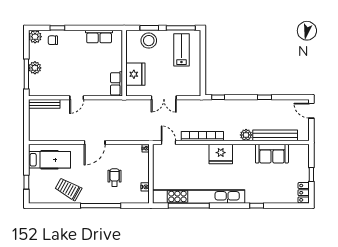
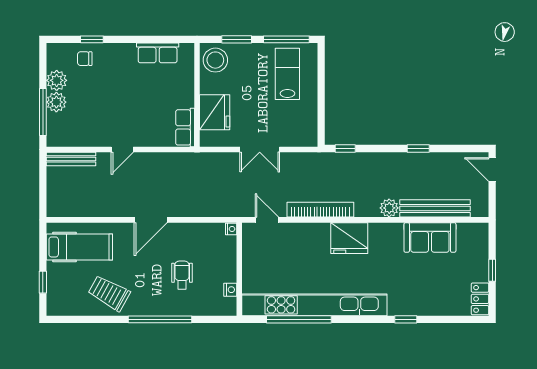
plant: (35, 37) -> (57, 80), moved
stool: (149, 41) -> (215, 60), moved

